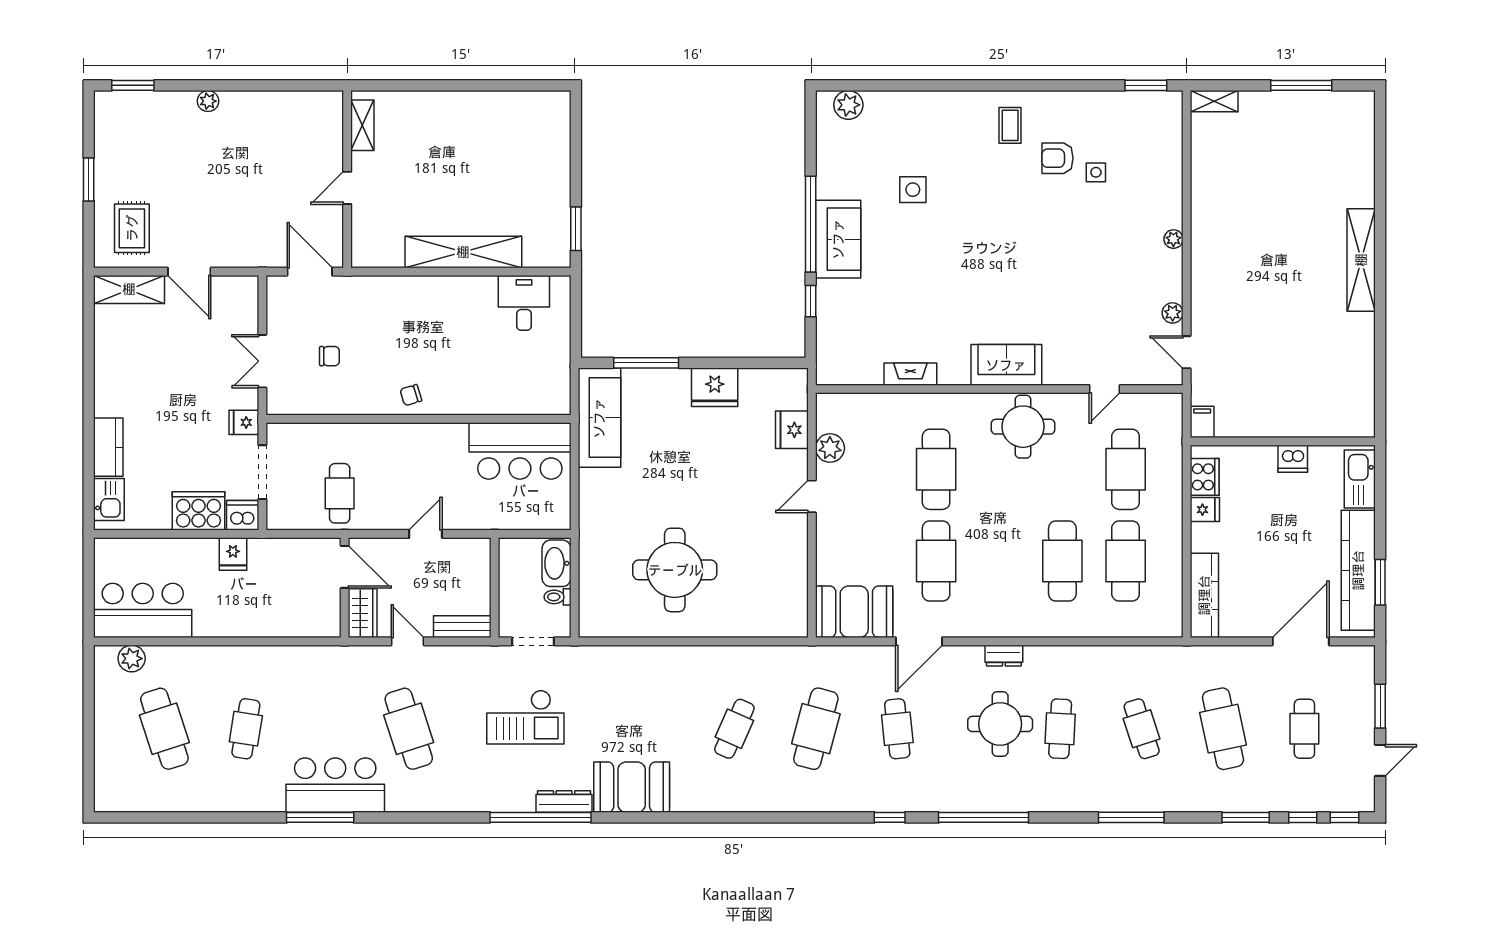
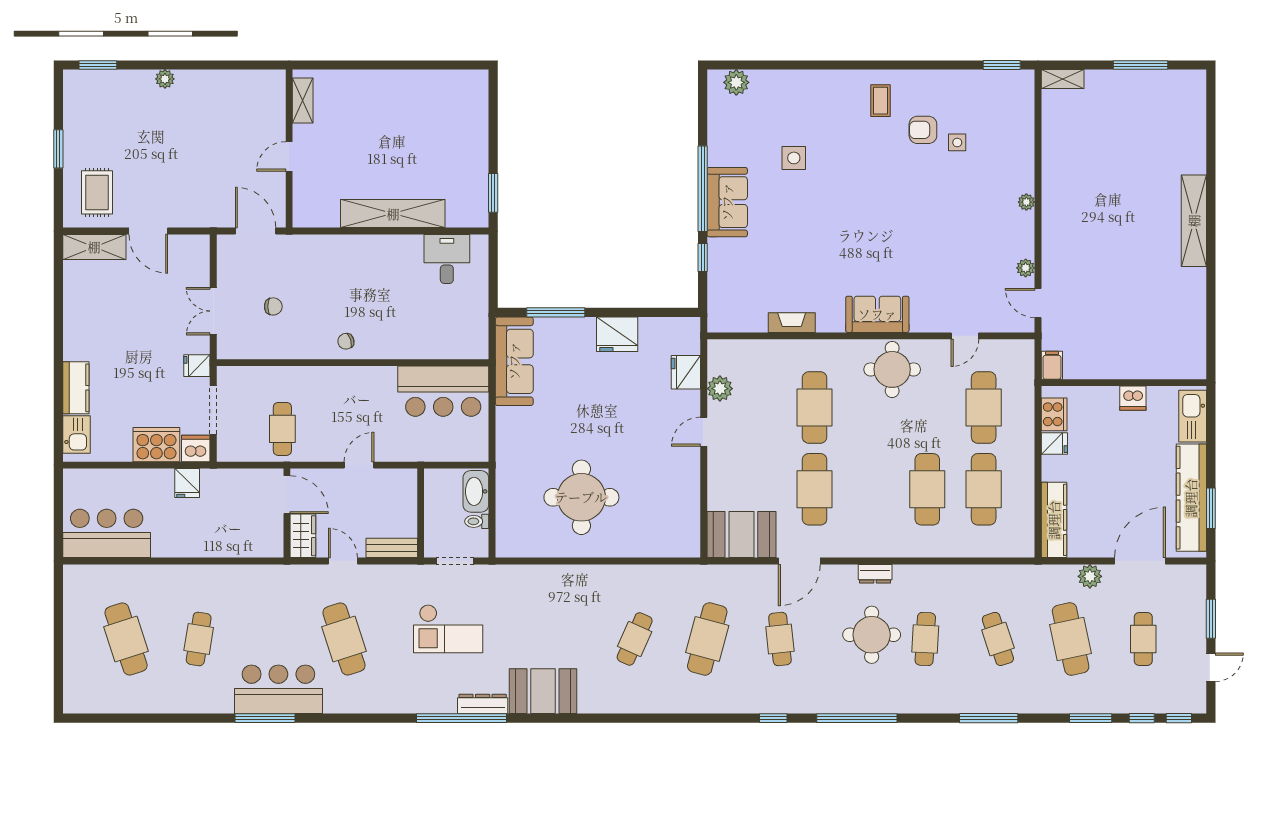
plant: (132, 659) -> (1090, 576), moved

